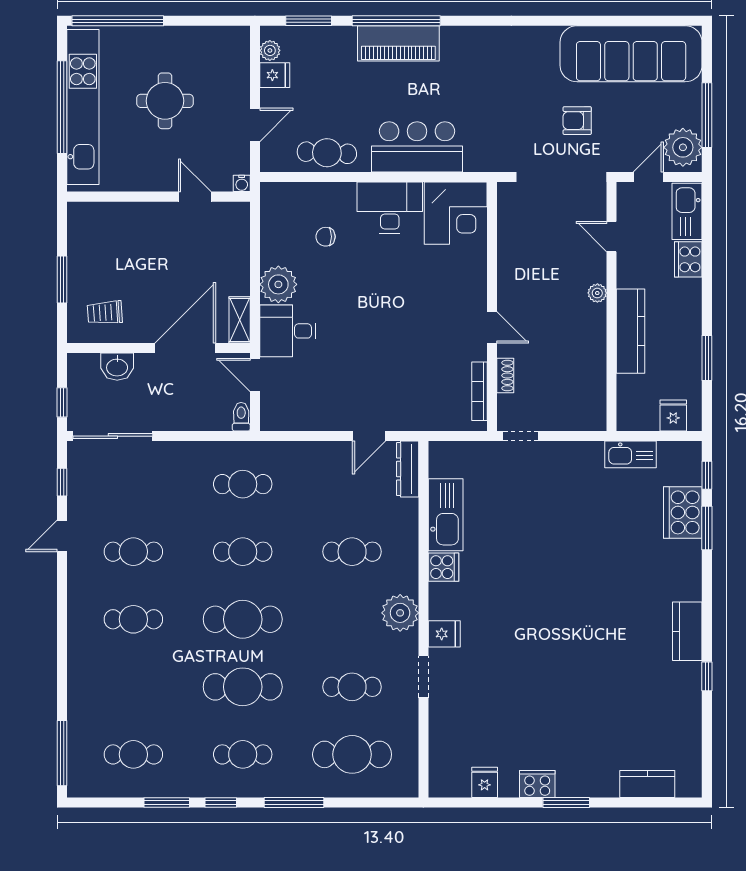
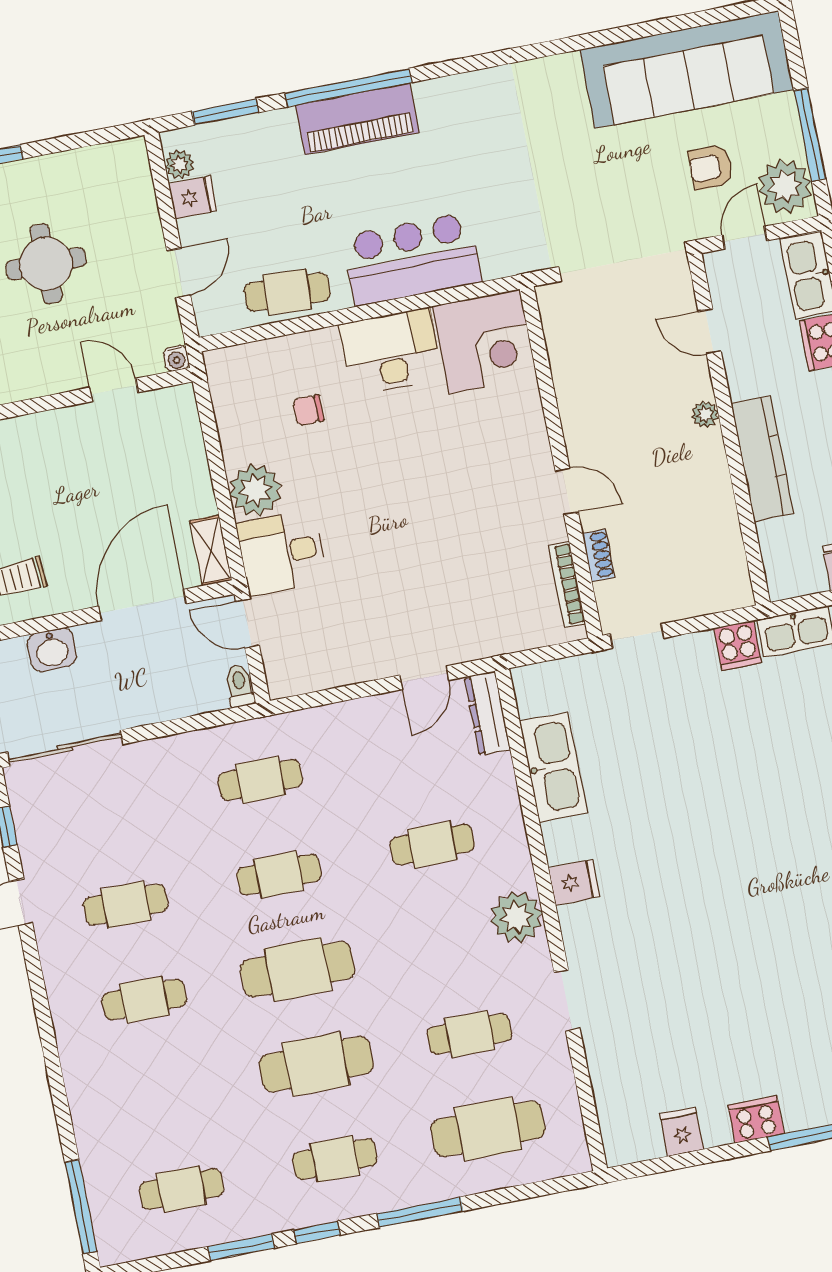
armchair: (577, 121) -> (711, 167), moved
cooker: (444, 567) -> (738, 645), moved, turned 90
fridge: (444, 634) -> (574, 882), moved

